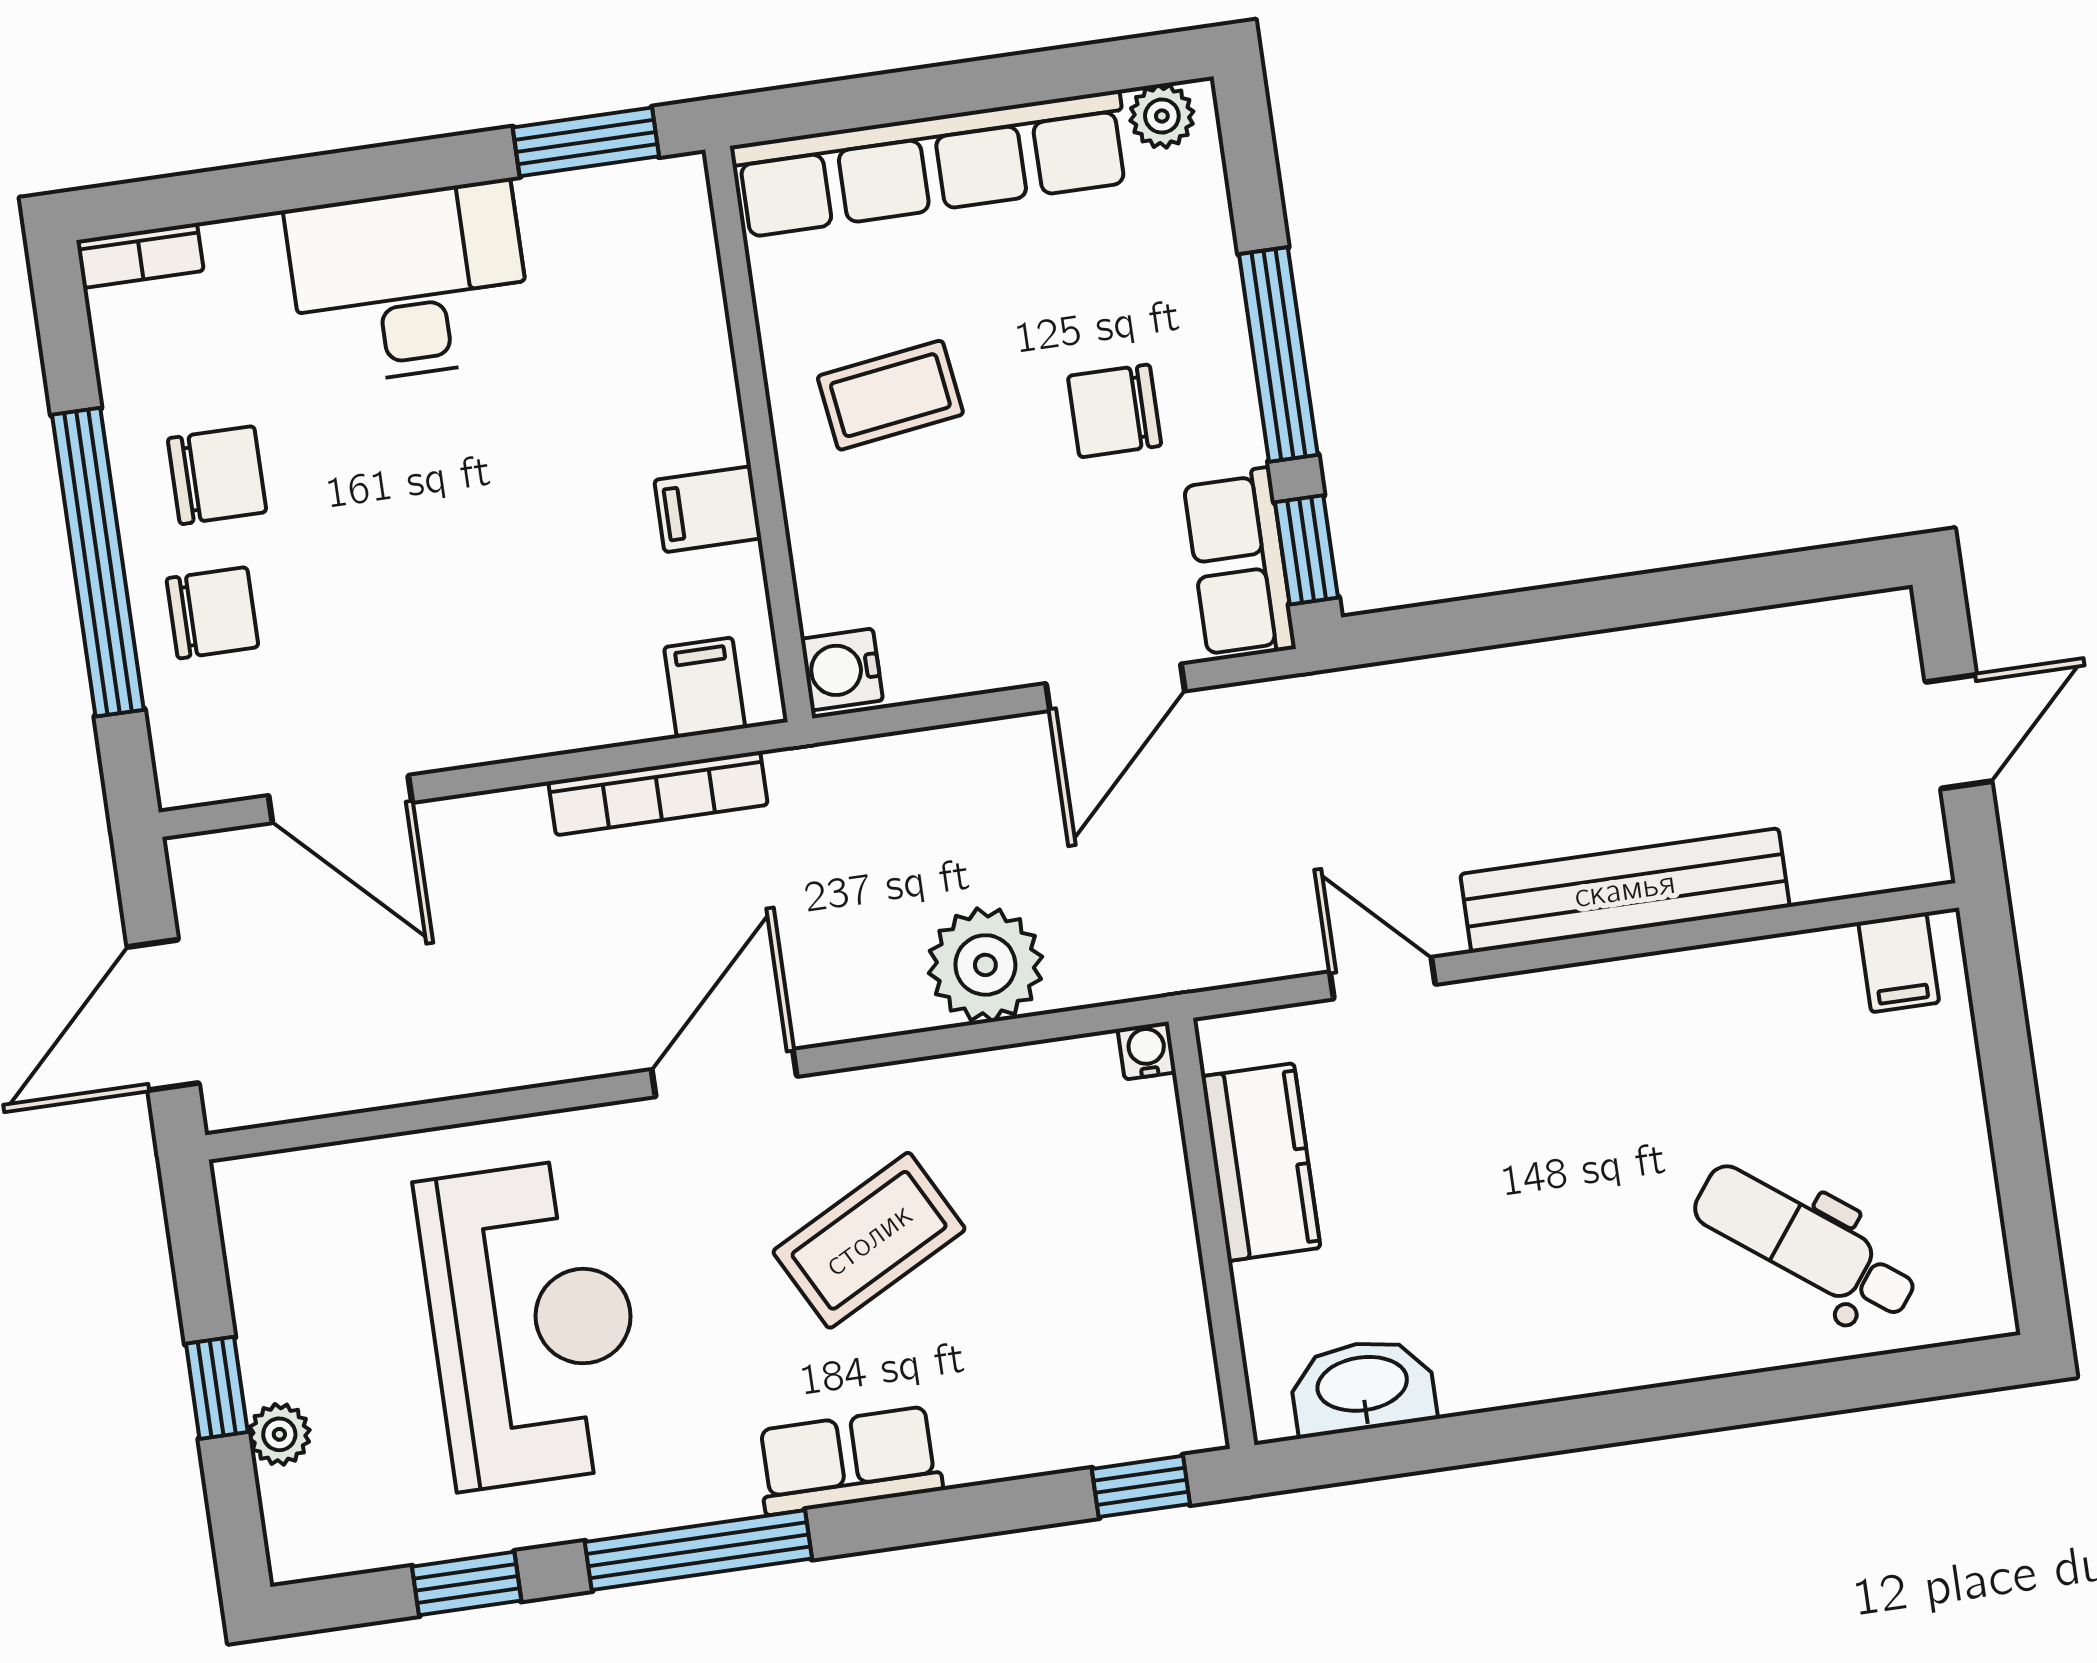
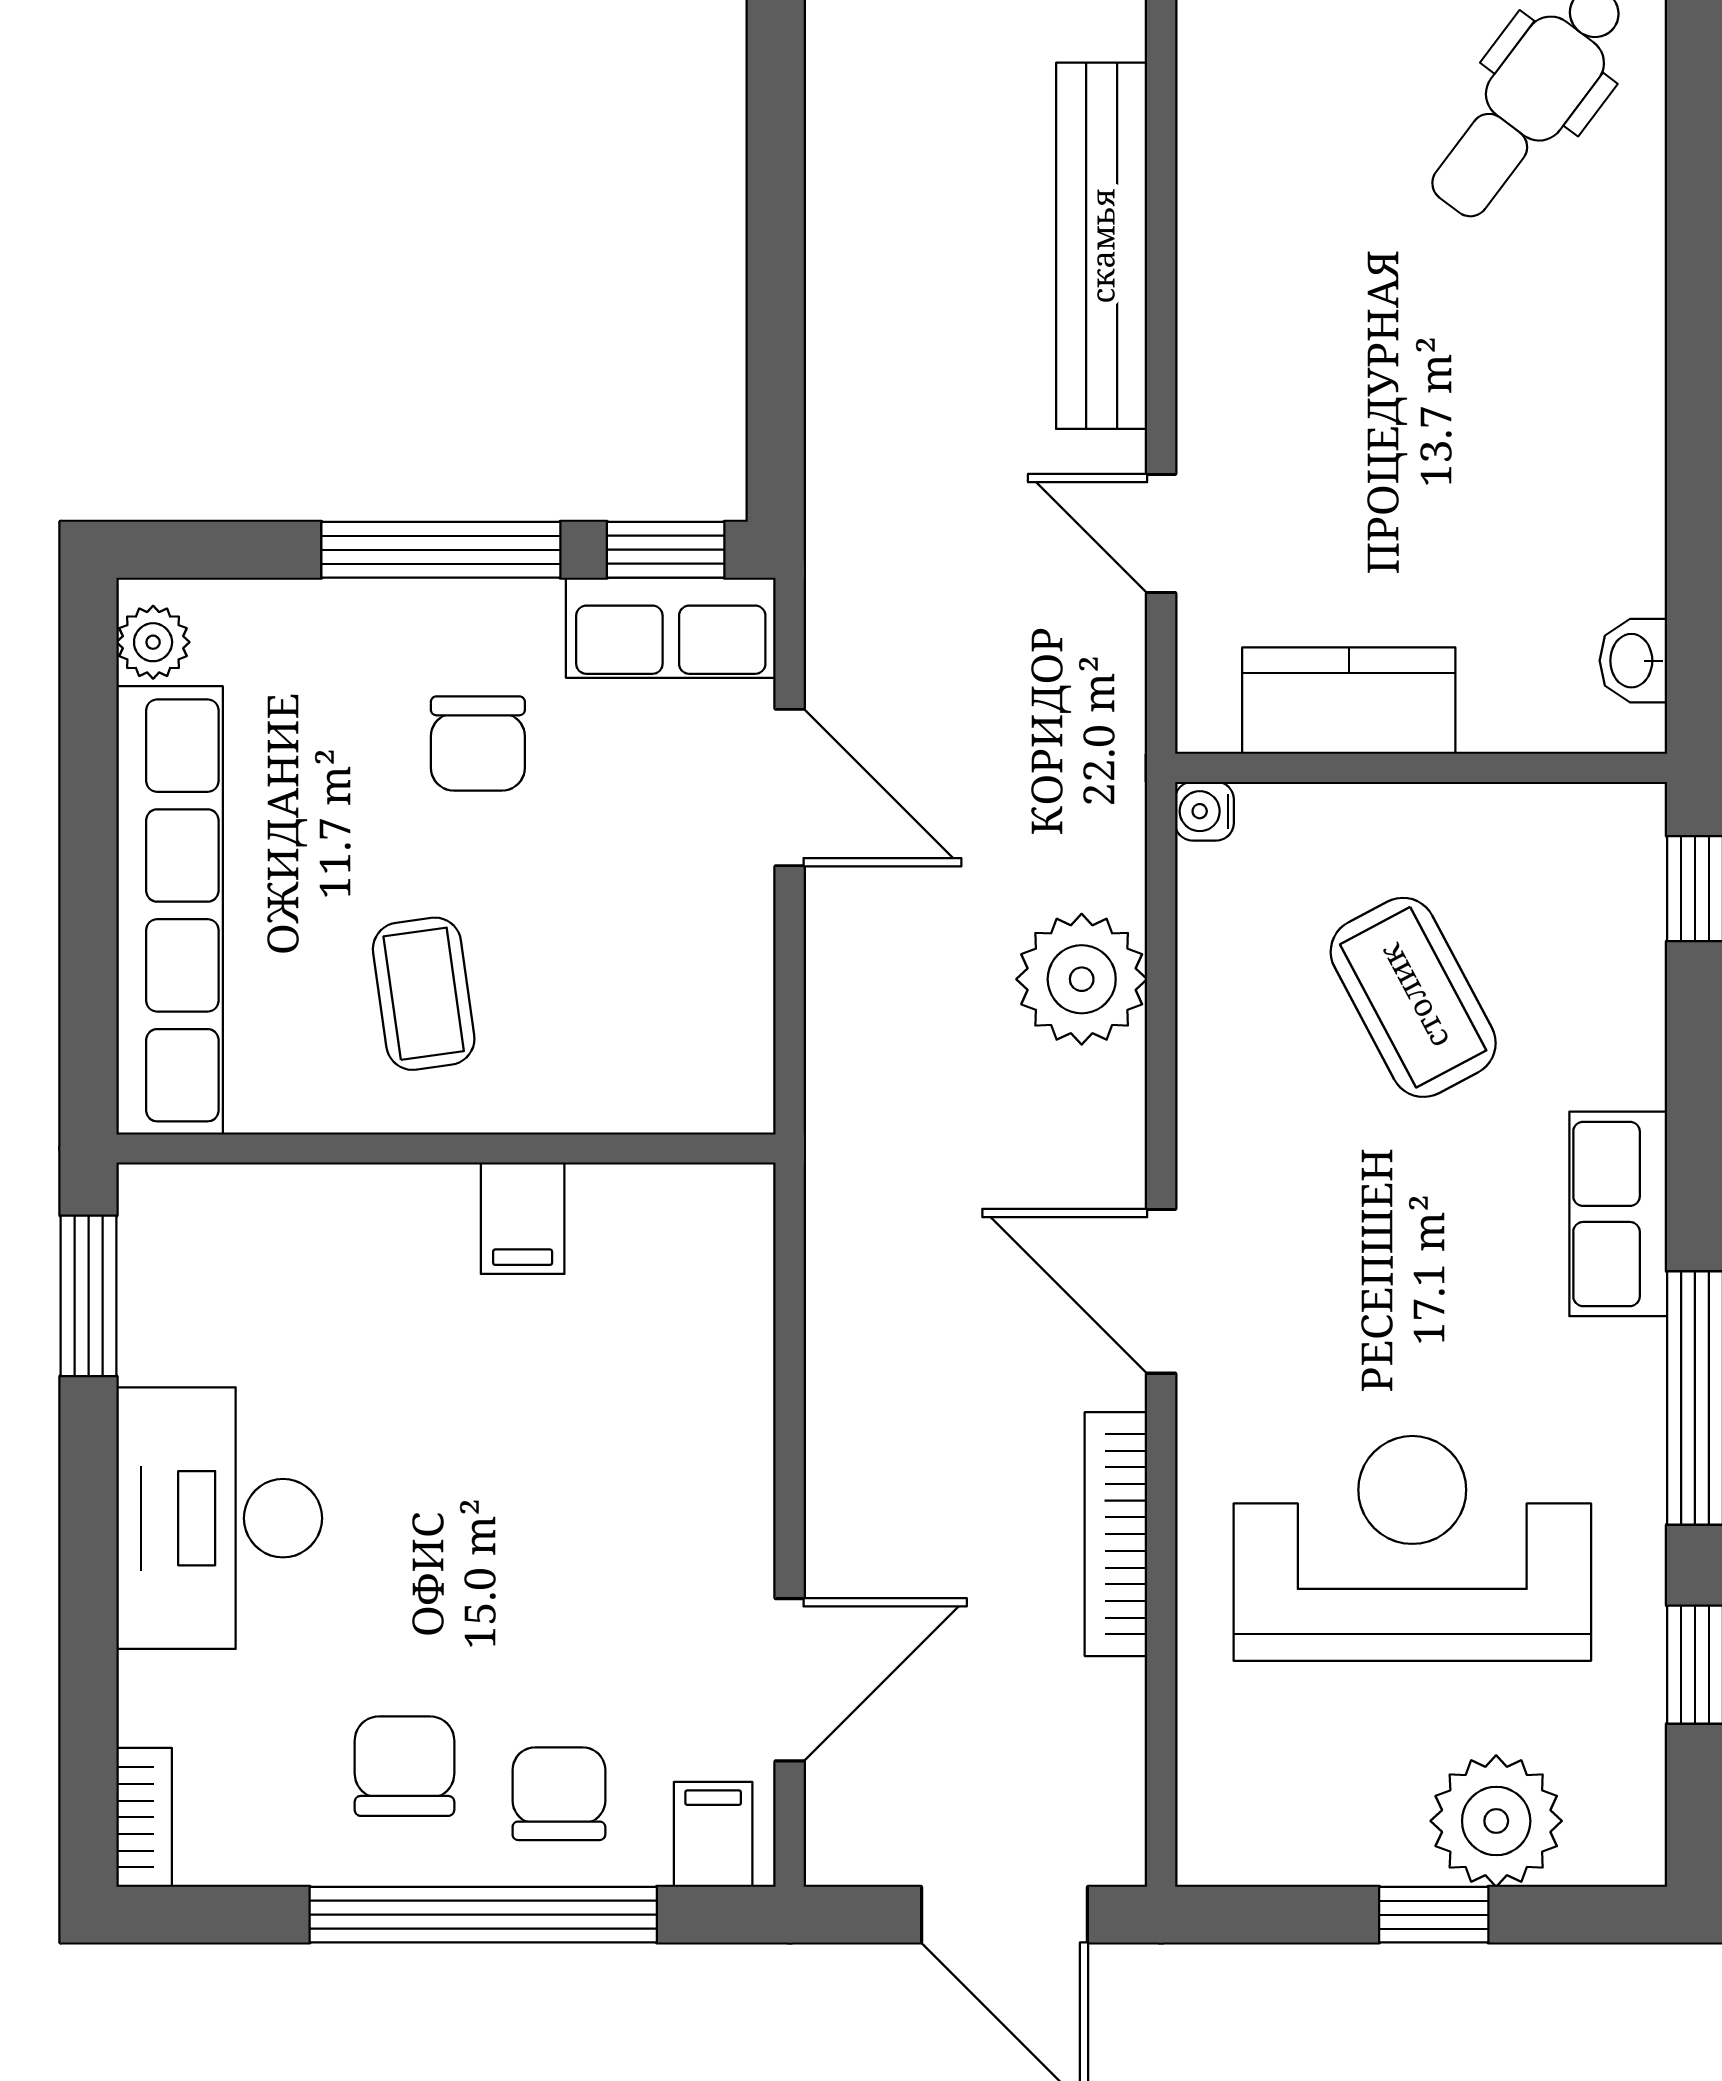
water cooler: (842, 670) -> (725, 1093), removed
filing cabinet: (705, 688) -> (713, 1834), moved, turned 90
bookcase: (658, 793) -> (1116, 1534), moved, turned 180
door: (1383, 978) -> (1161, 533), hinge flipped
coffee table: (869, 1240) -> (1413, 997), moved
washbasin: (1363, 1386) -> (1633, 661), width x0.52, depth x0.69
plant: (279, 1434) -> (1496, 1821), width x1.88, depth x1.88

